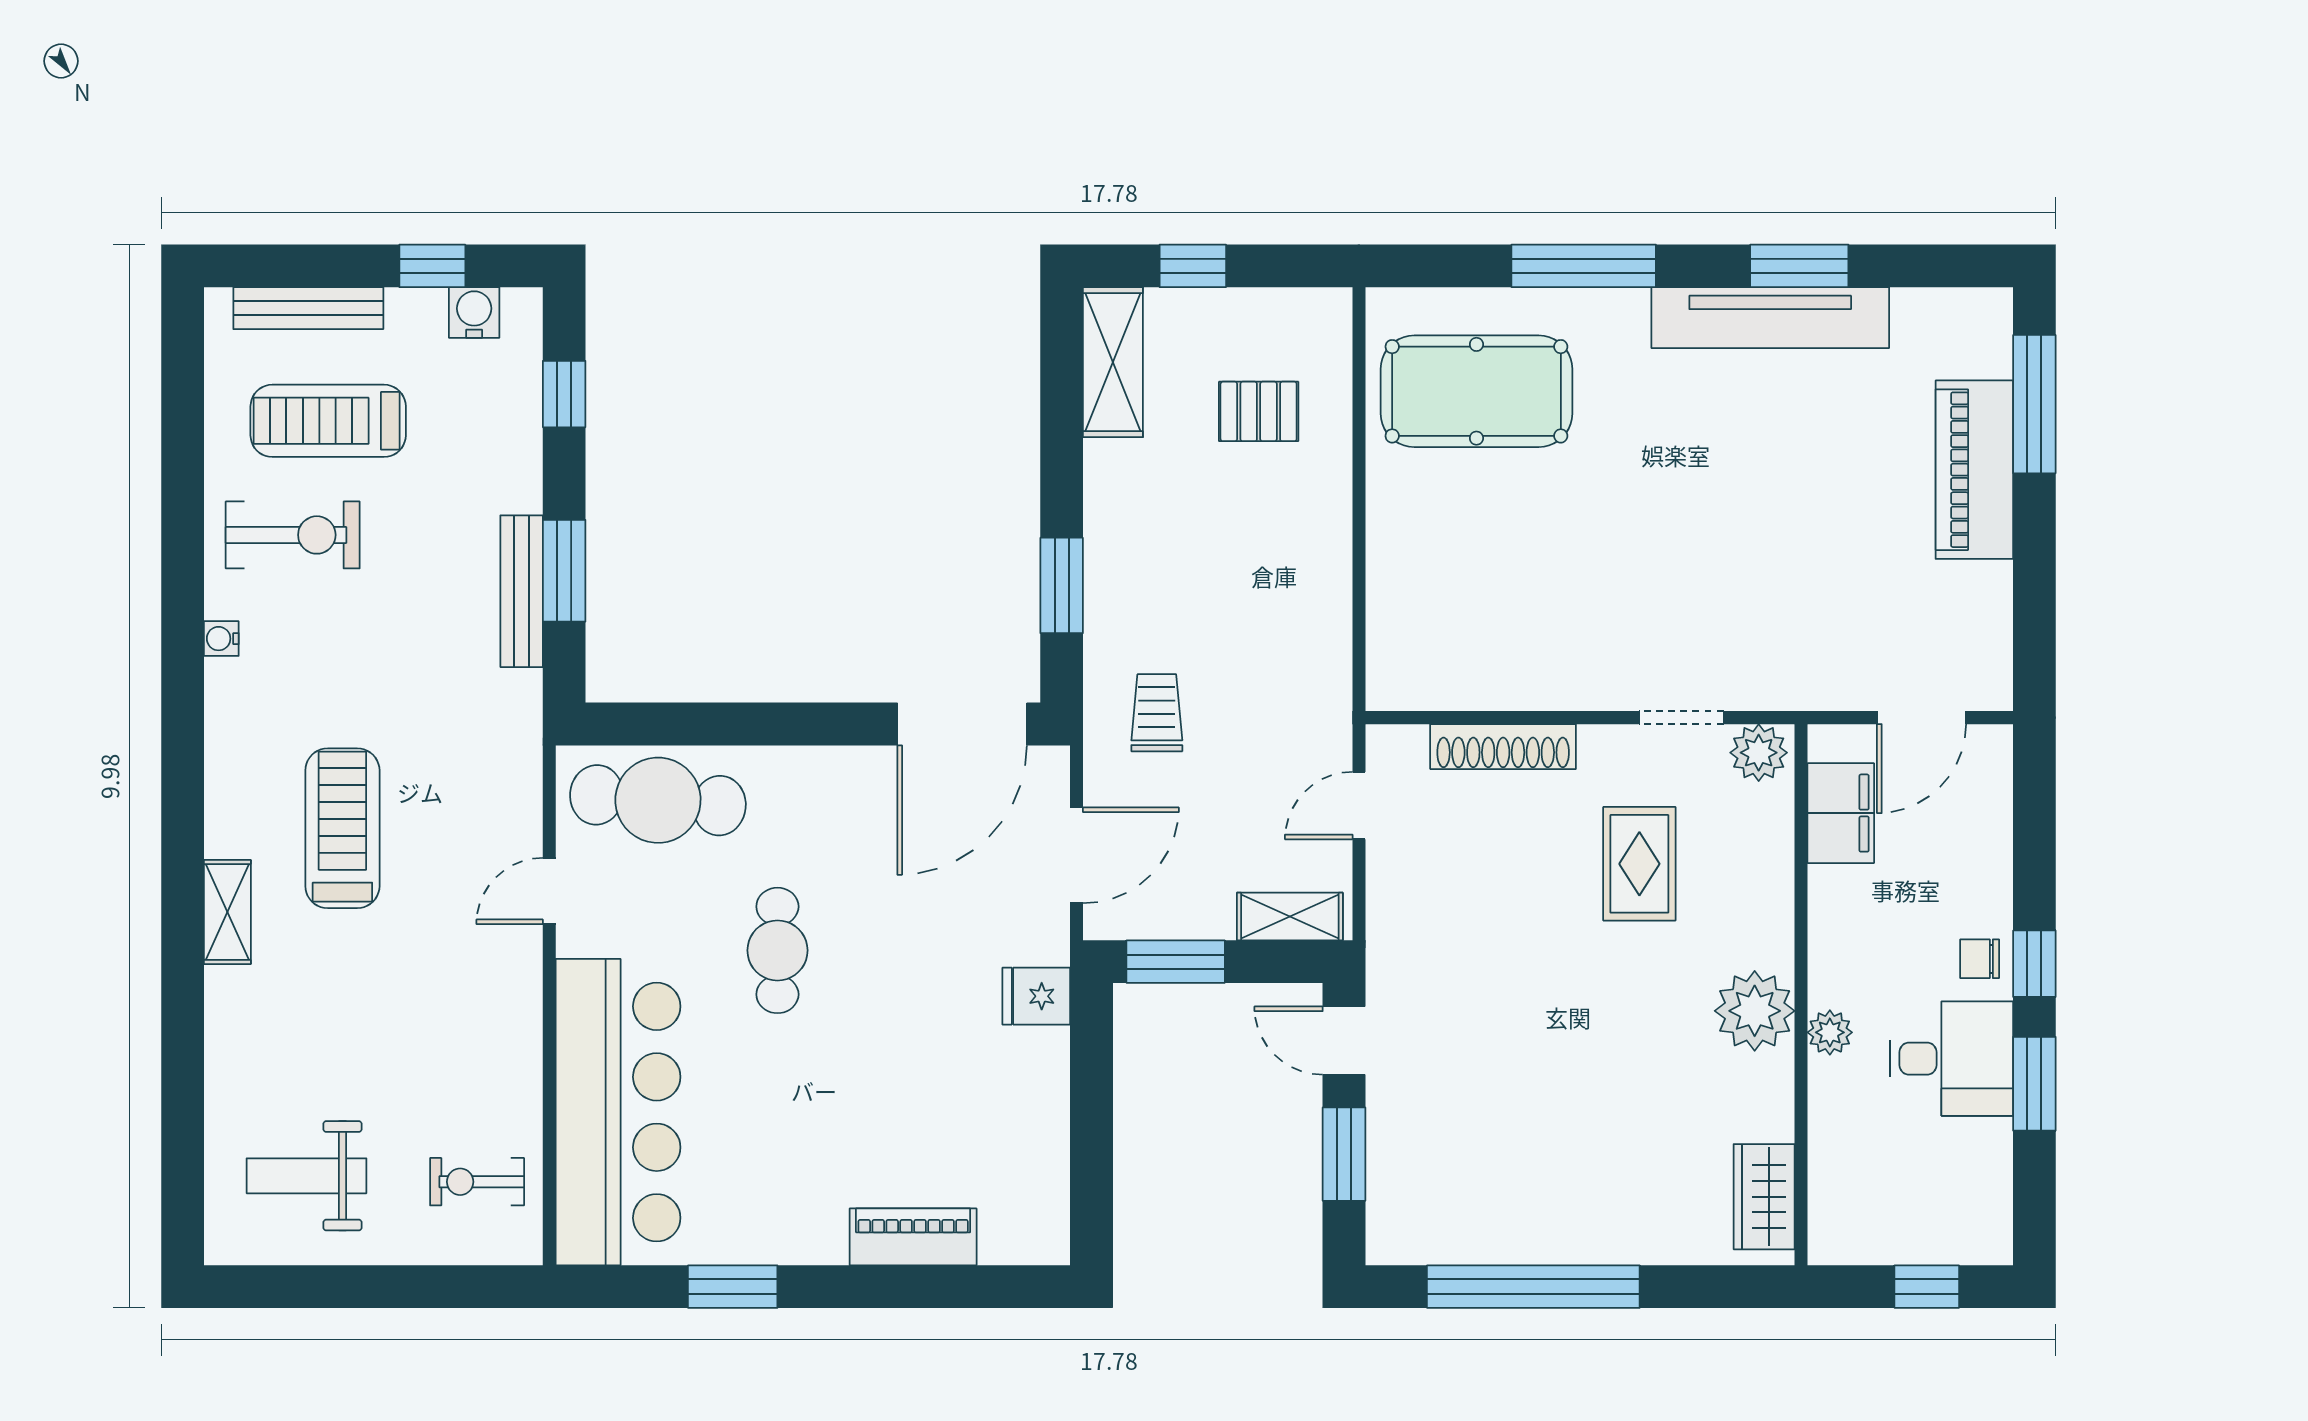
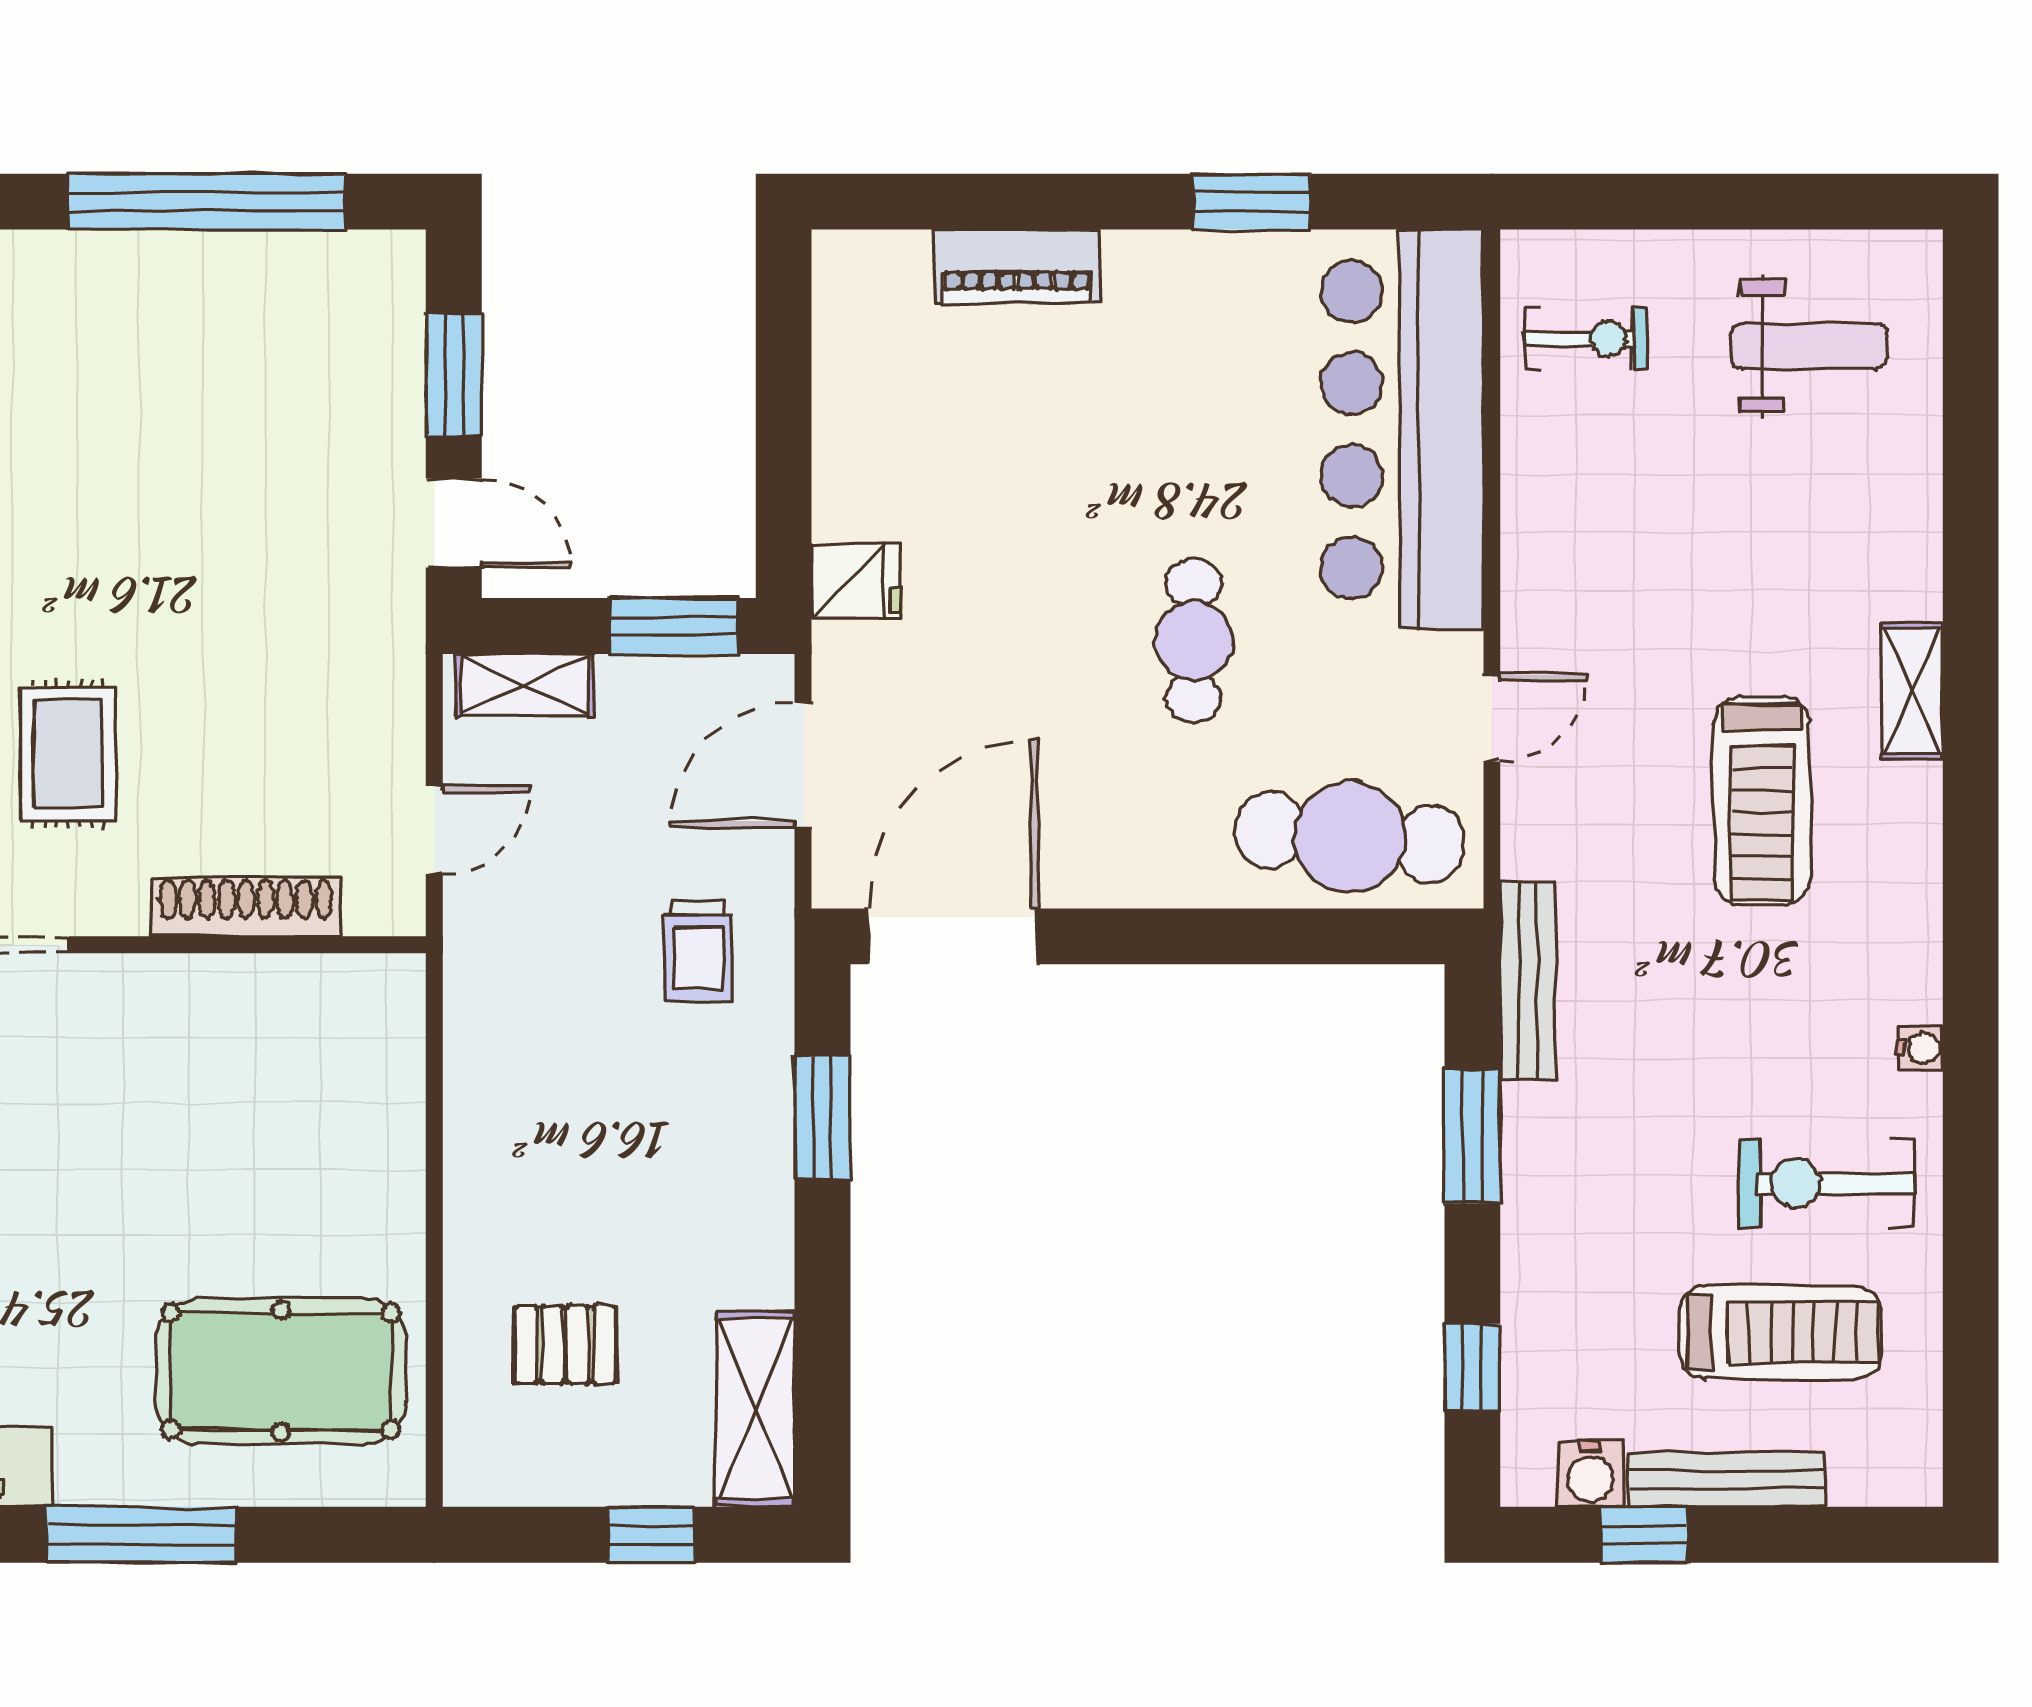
bench: (308, 308) -> (1727, 1479), moved
bench: (522, 591) -> (1528, 981), moved

